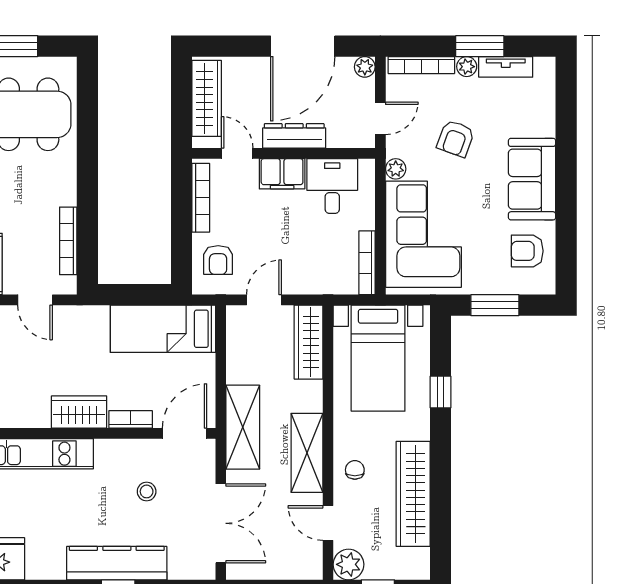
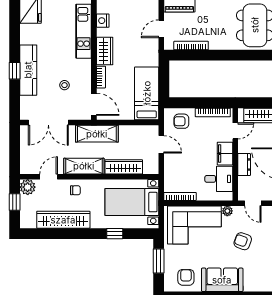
dresser: (294, 136) -> (244, 165), width x0.70
wardrobe: (308, 342) -> (124, 167), moved
nightstand: (19, 416) -> (103, 21), added

